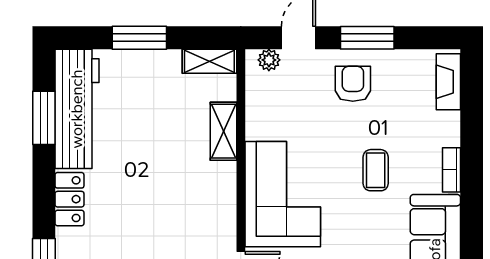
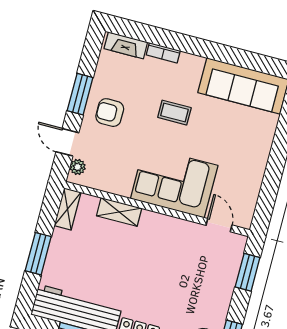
bookcase: (451, 170) -> (163, 53), moved

